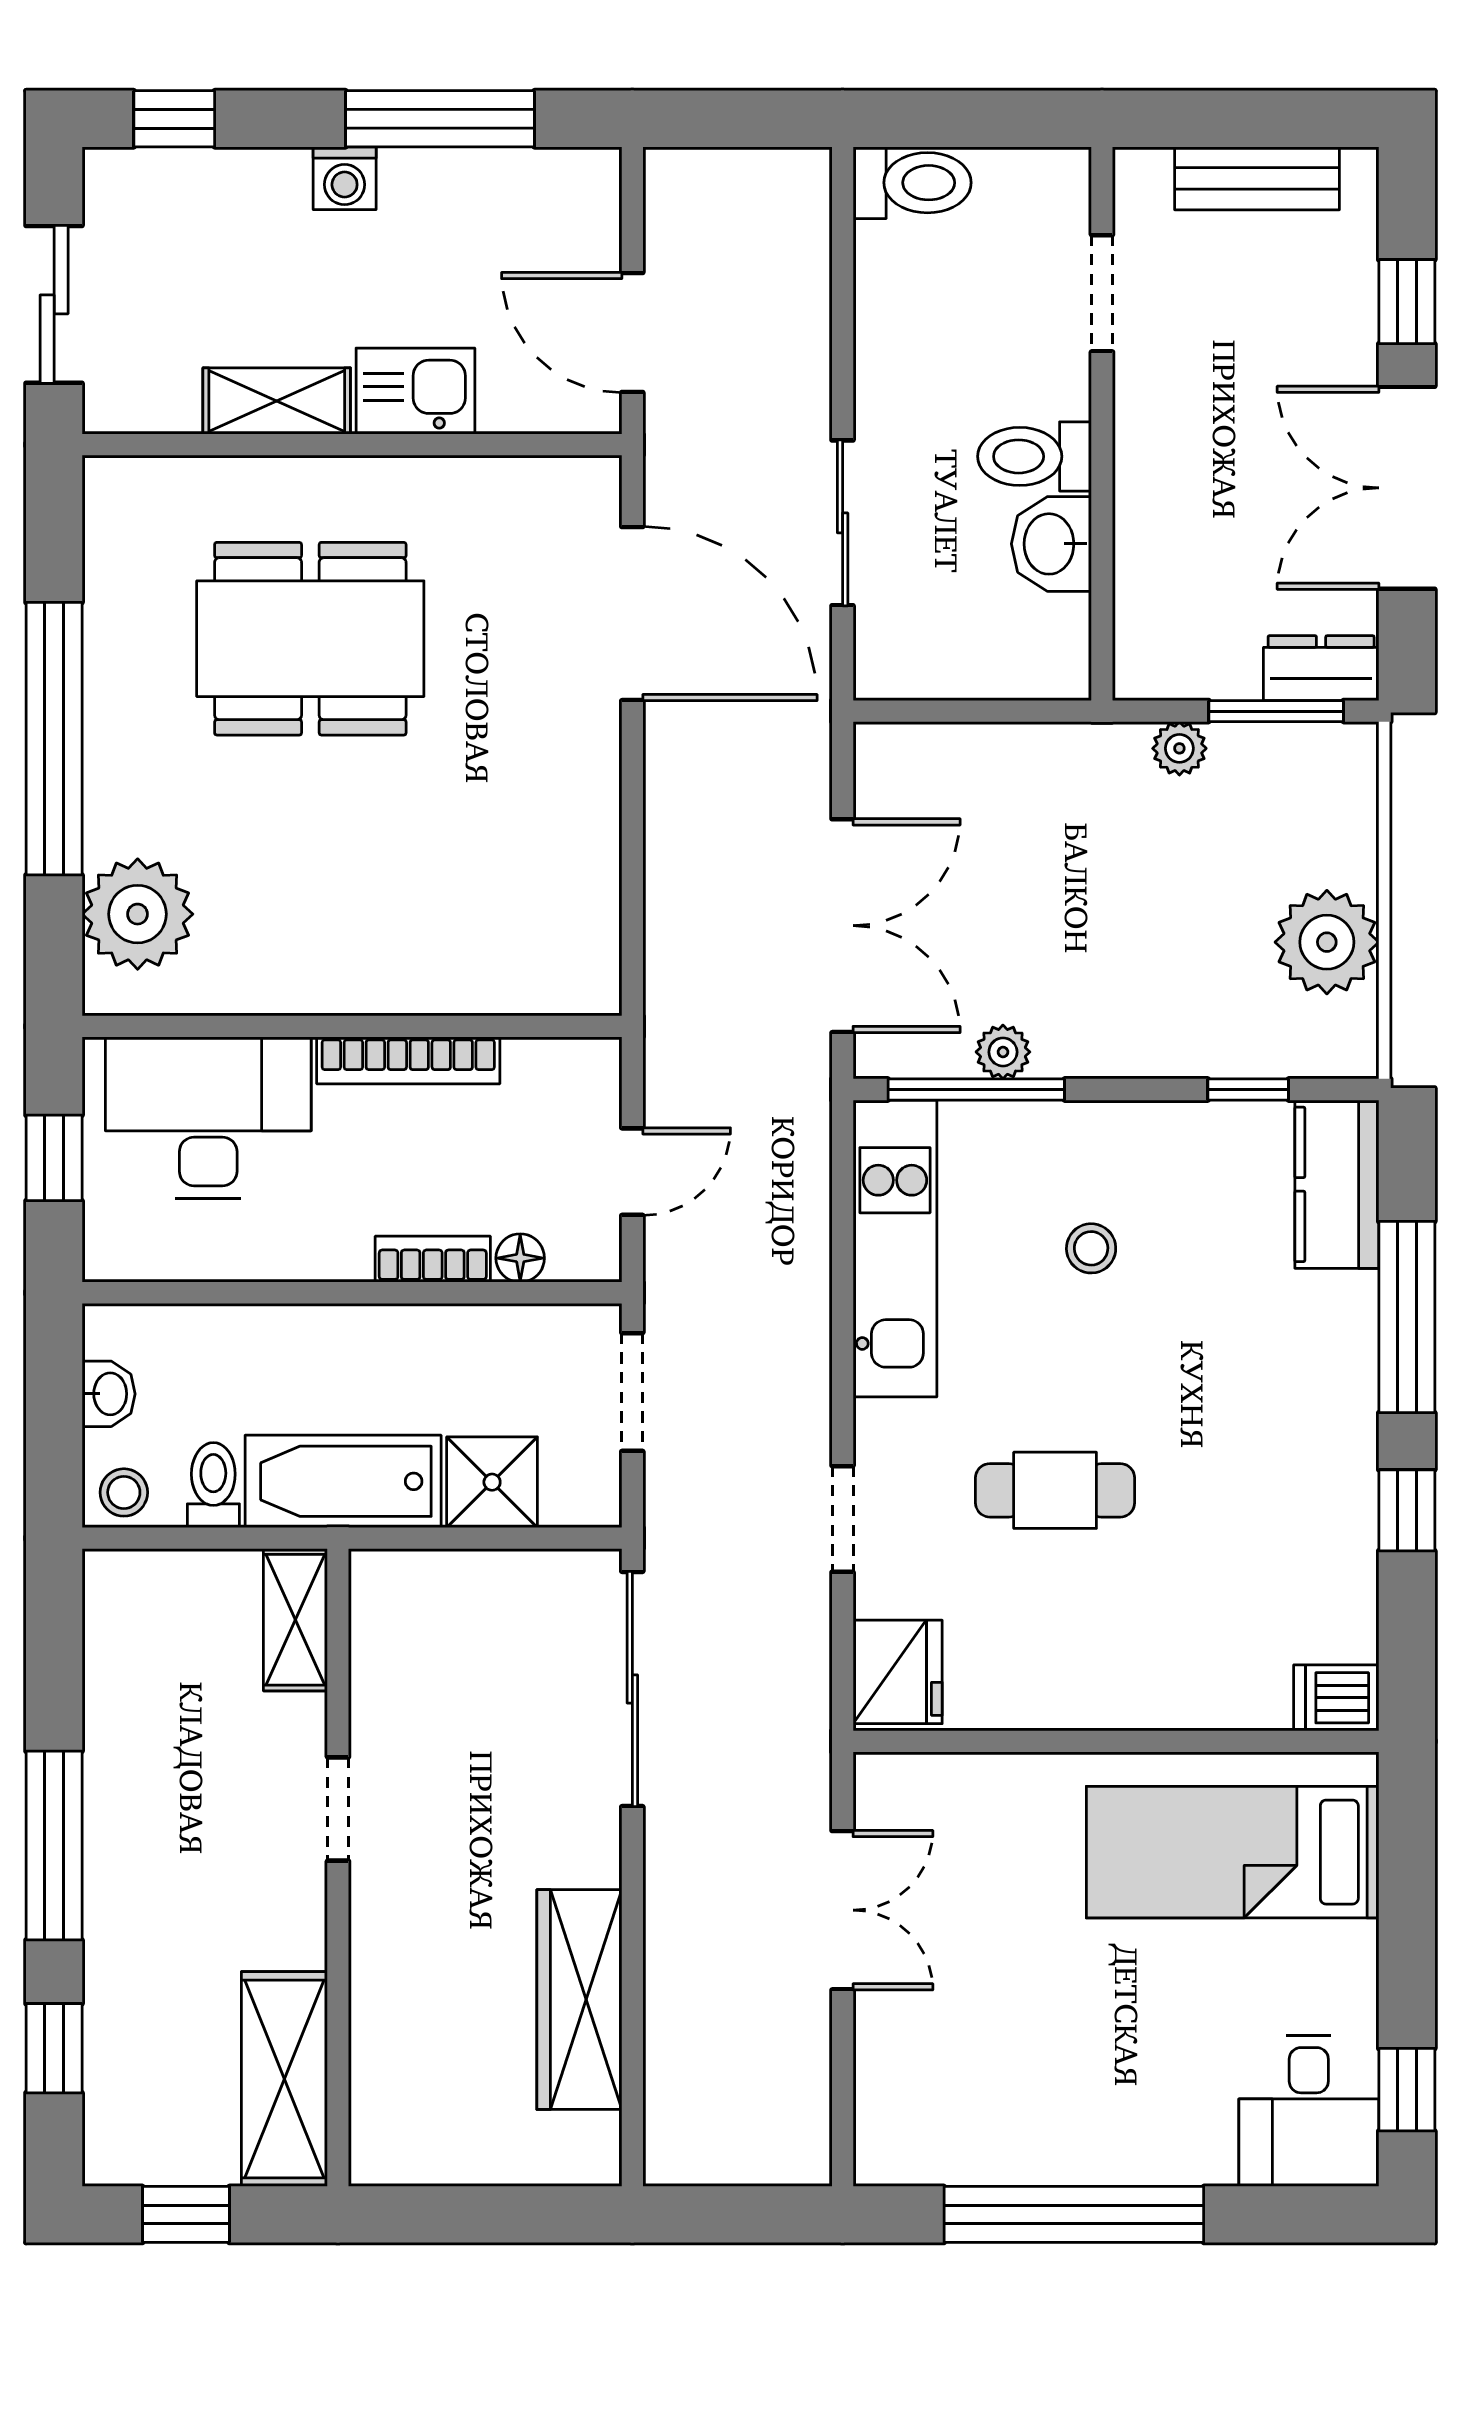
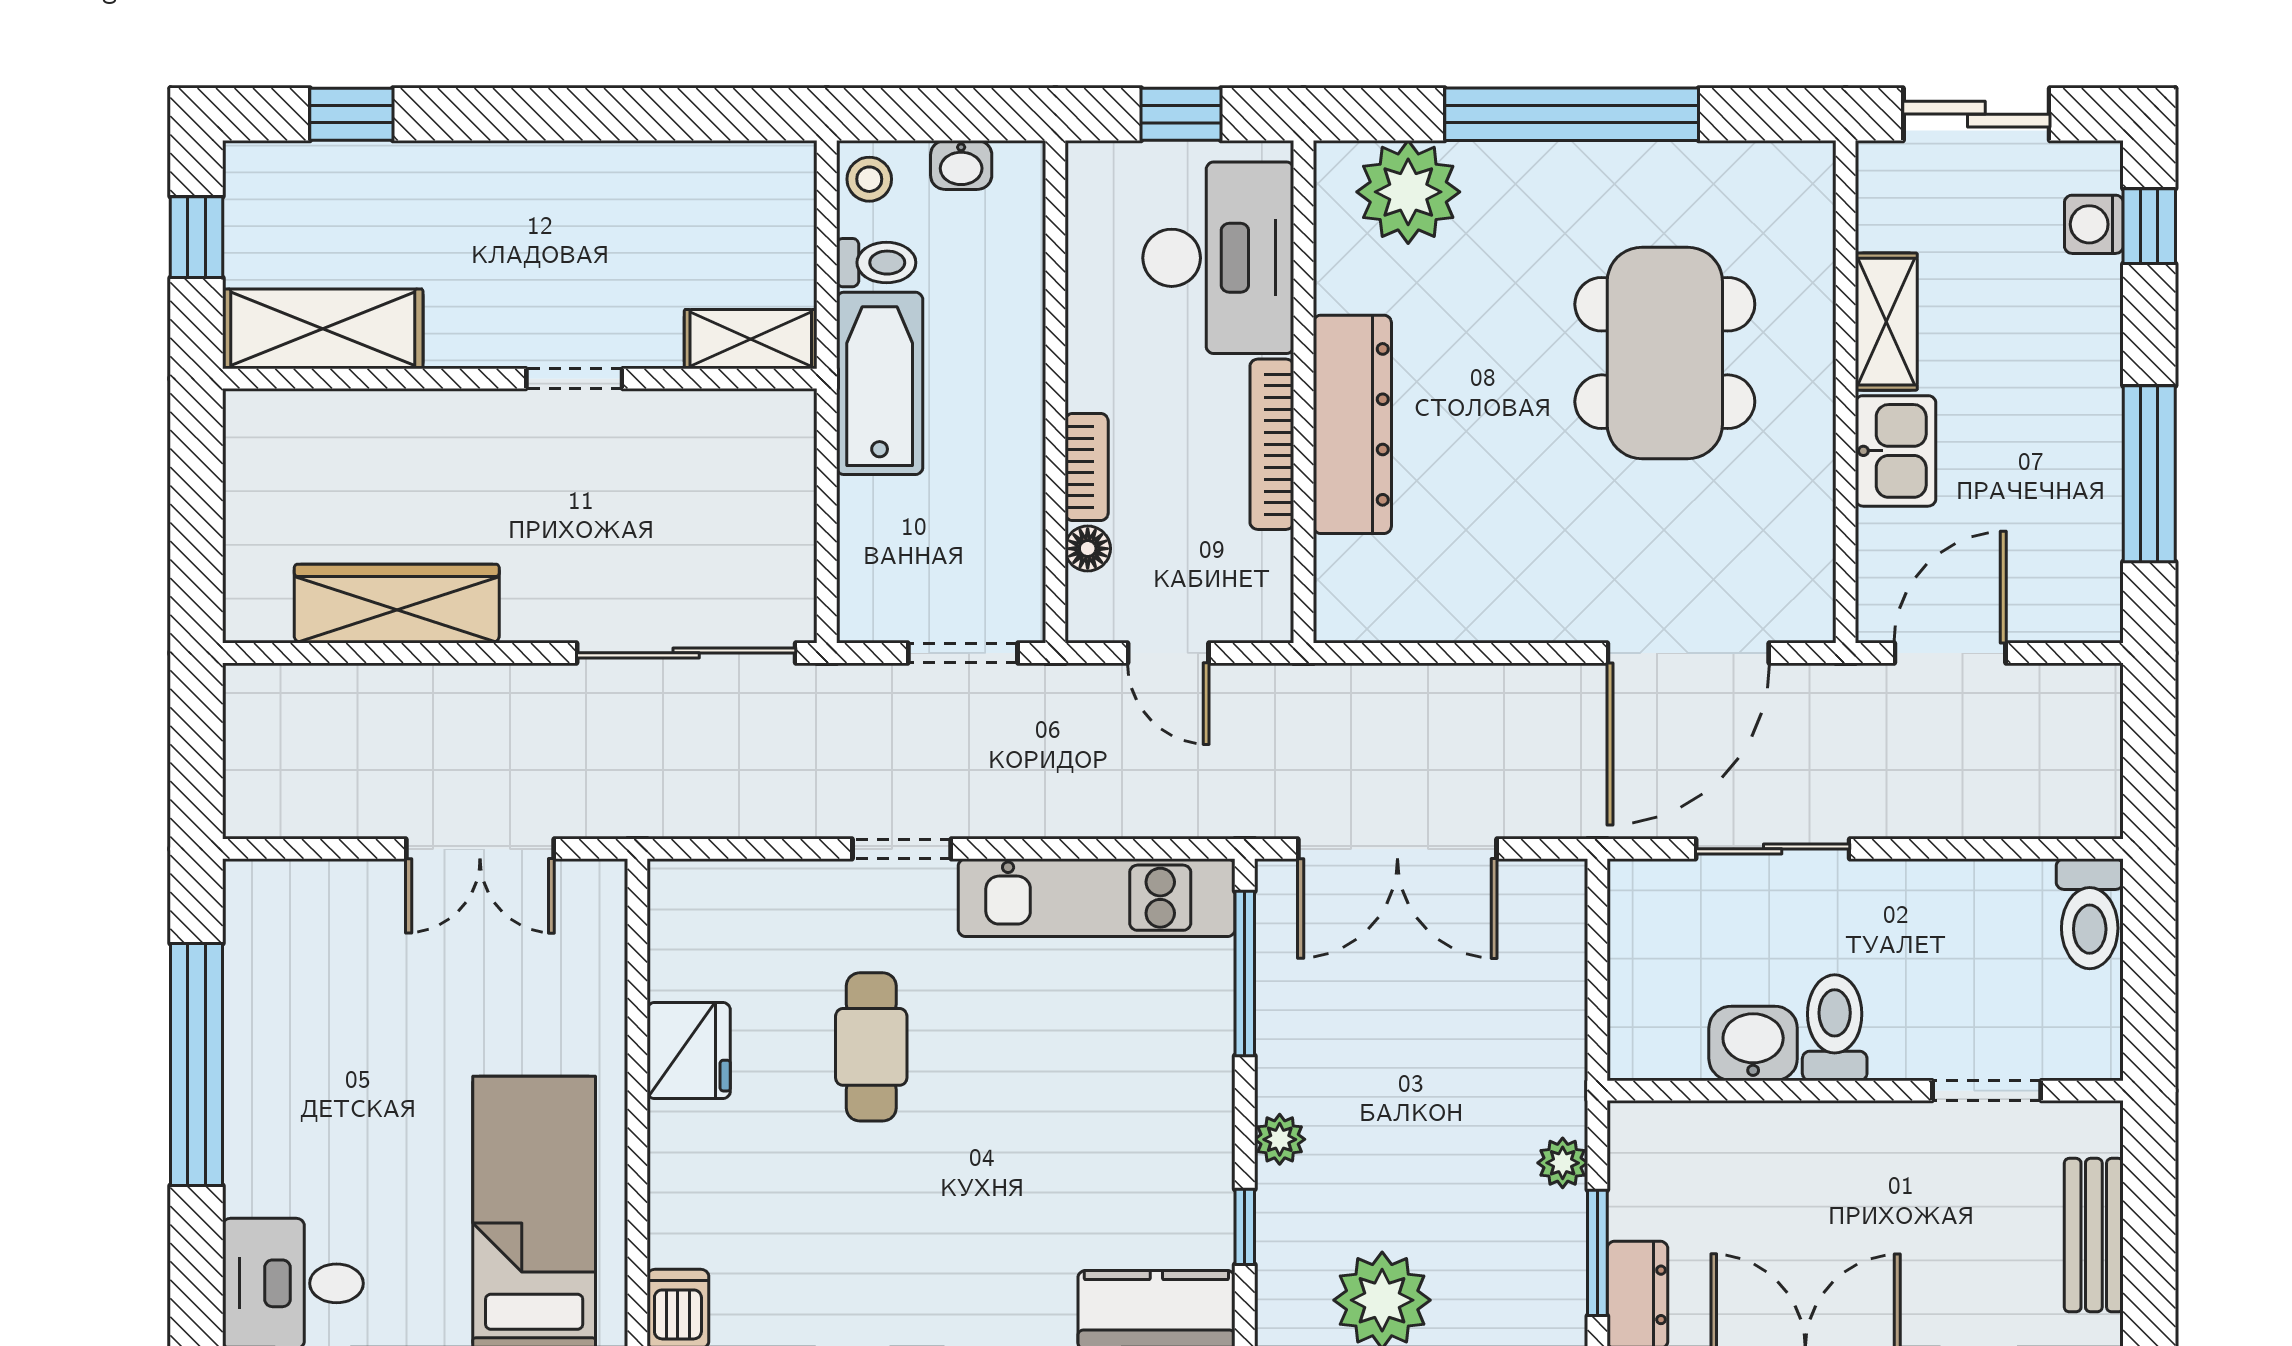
washing machine: (345, 178) -> (2094, 224), moved
dresser: (387, 974) -> (1352, 424), added
plant: (1003, 1052) -> (1280, 1139), moved
stool: (1091, 1248) -> (1097, 1080), removed
shower: (492, 1482) -> (879, 522), removed
doorway: (843, 1519) -> (902, 849), moved
fridge: (898, 1672) -> (689, 1051), moved, turned -90
window: (54, 1846) -> (540, 114), removed

